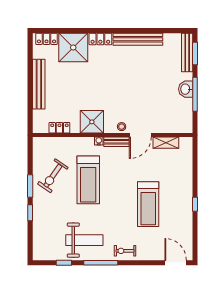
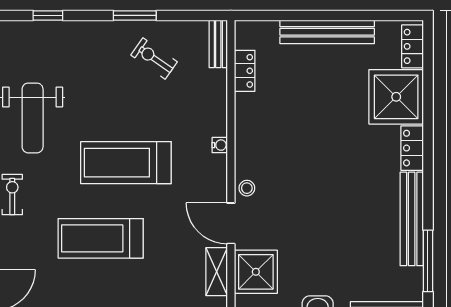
window: (160, 31) -> (428, 261), added
shower: (92, 122) -> (256, 272), moved
bench: (116, 142) -> (218, 44), moved
exercise bike: (53, 176) -> (154, 58), width x0.73, depth x0.72
treadmill: (88, 180) -> (126, 163), moved
window: (30, 213) -> (48, 15), moved

